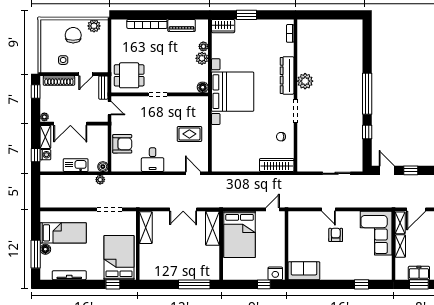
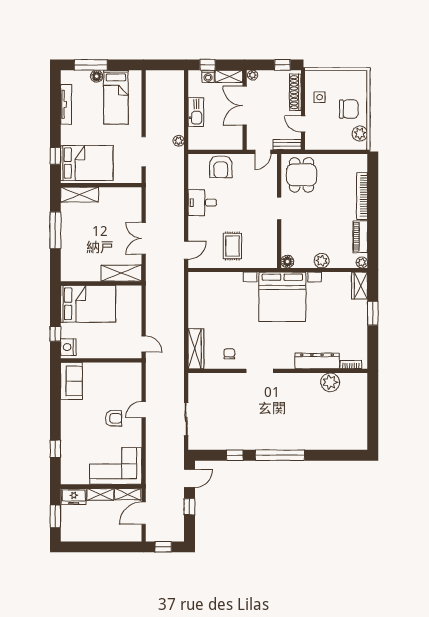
plant: (203, 46) -> (362, 262), moved
dresser: (287, 75) -> (317, 361), moved
plant: (305, 81) -> (330, 382), moved
boiler: (103, 167) -> (194, 144), removed
door: (416, 209) -> (144, 513), hinge flipped
shelving: (146, 228) -> (80, 195), moved
bed: (240, 234) -> (88, 304), moved, turned 180
freezer: (419, 273) -> (74, 496), moved, turned 90
window: (194, 284) -> (55, 230), moved

